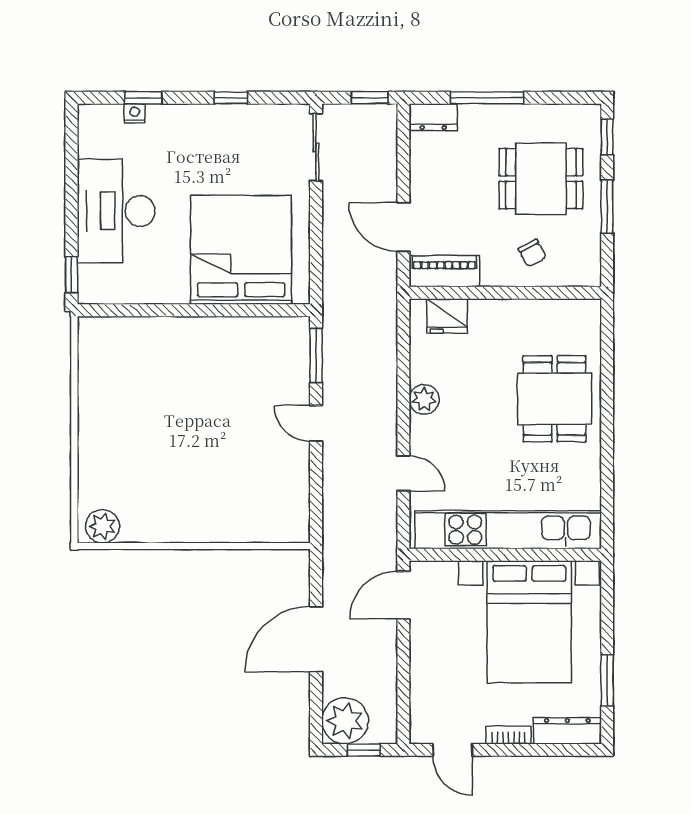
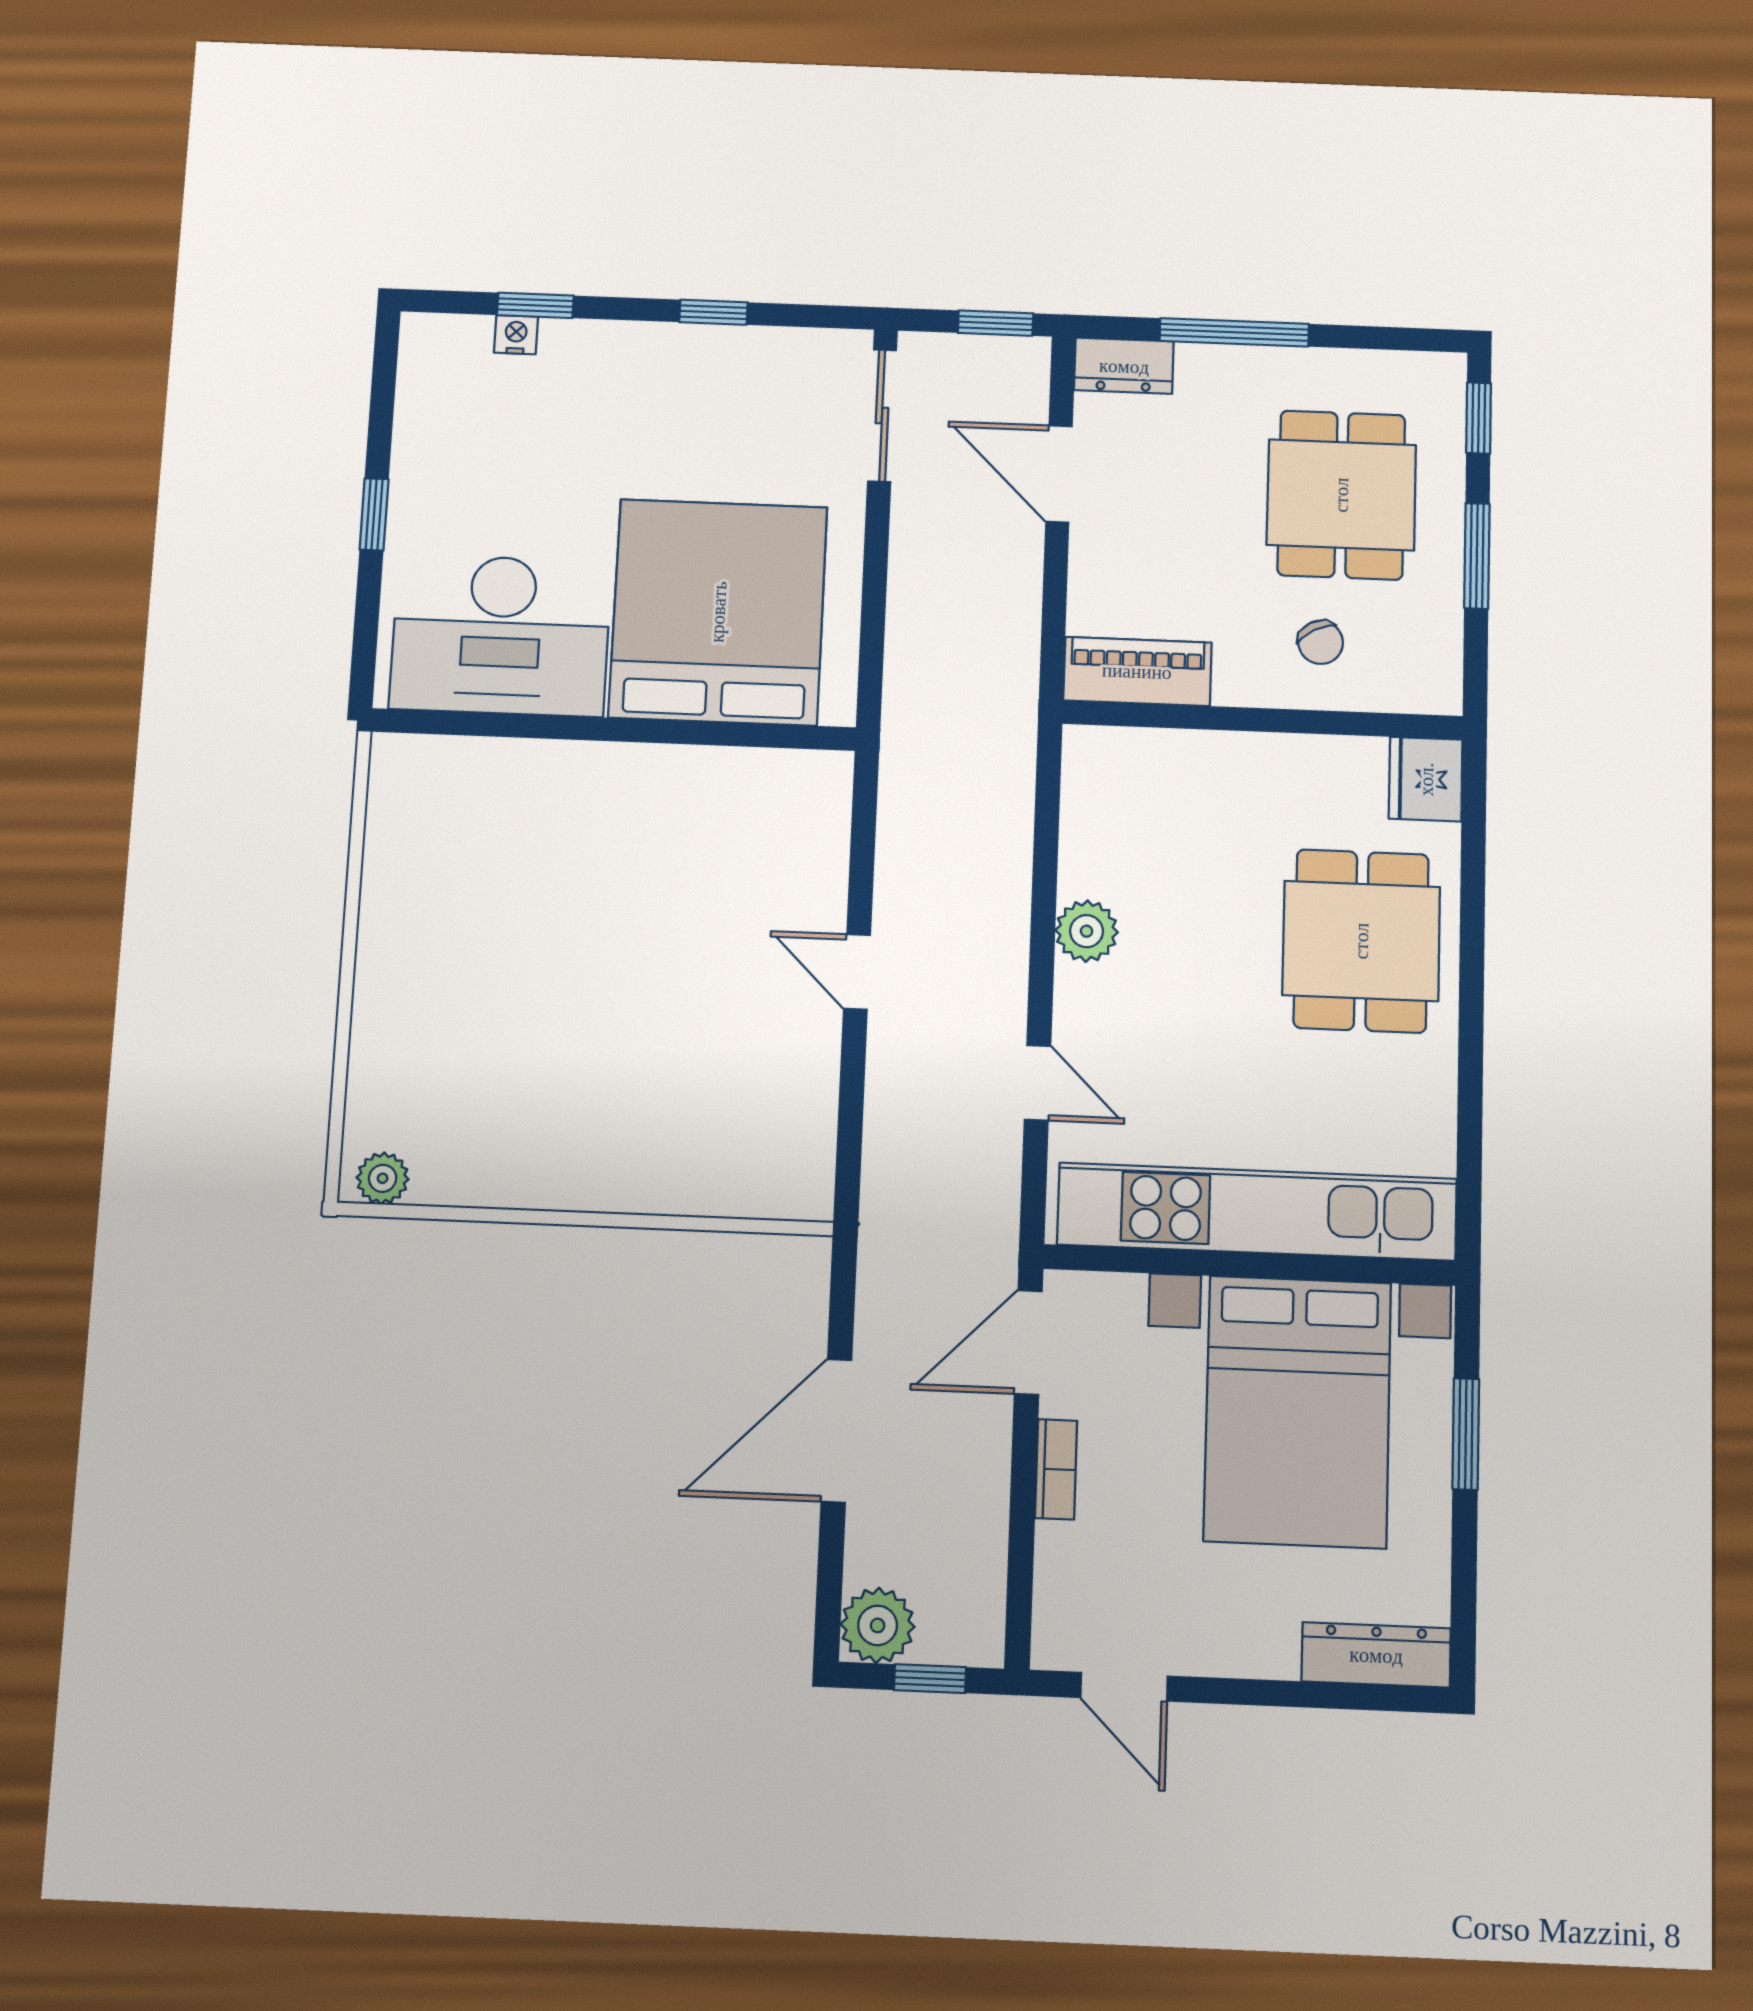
dining table: (541, 179) -> (1341, 495), turned 90
desk: (116, 211) -> (501, 635), moved, turned -90
door: (403, 227) -> (1059, 474), moved
window: (71, 275) -> (374, 514), moved
fridge: (447, 316) -> (1426, 779), moved, turned 90
window: (316, 356) -> (863, 832), removed
plant: (102, 526) -> (383, 1178), width x0.73, depth x0.73
window: (607, 680) -> (1466, 1434), moved
plant: (345, 721) -> (878, 1625), width x0.73, depth x0.73
bookcase: (509, 735) -> (1056, 1469), moved, turned 90

